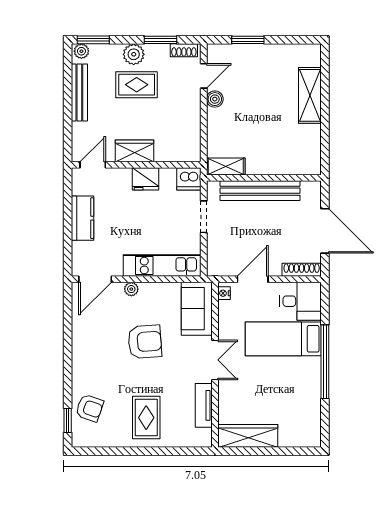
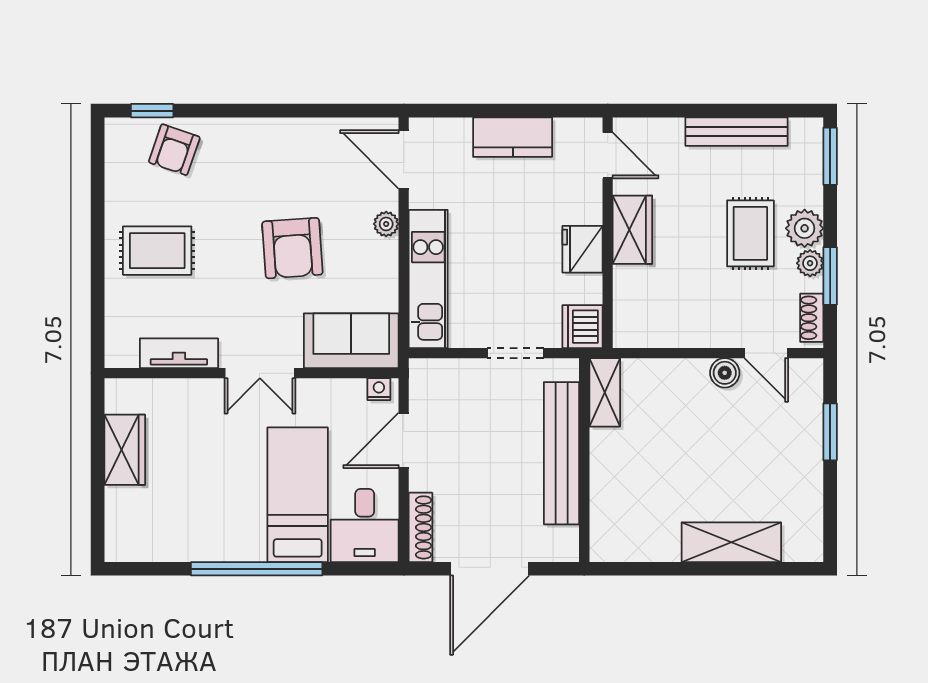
plant: (81, 51) -> (810, 263), moved
door: (253, 279) -> (404, 440), swing flipped
wardrobe: (248, 436) -> (125, 450), width x0.67

